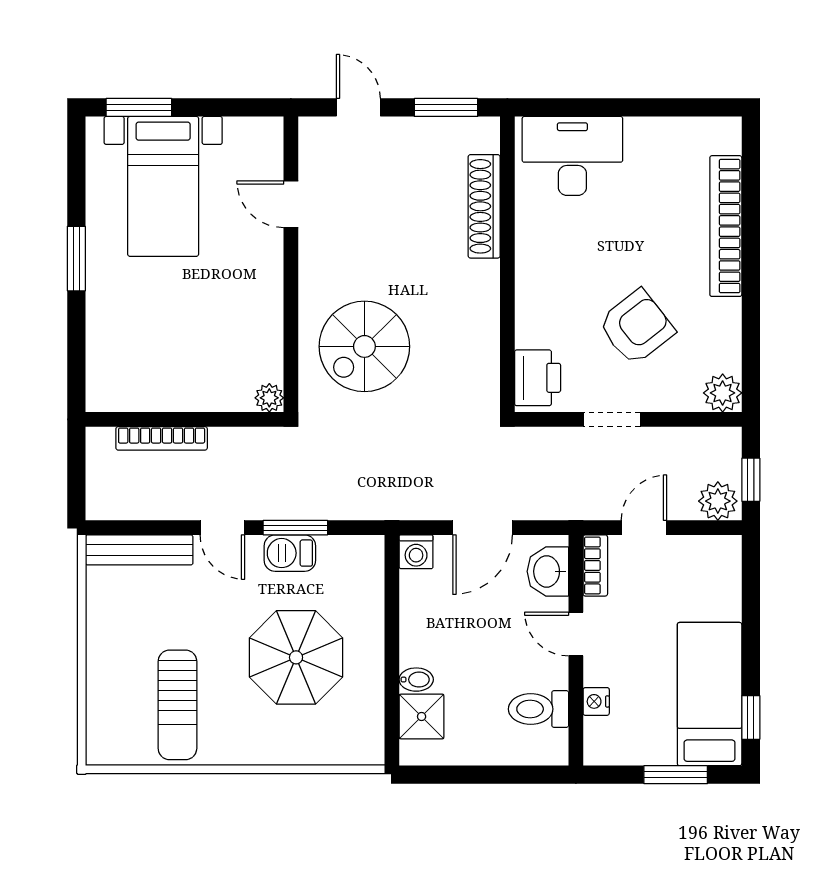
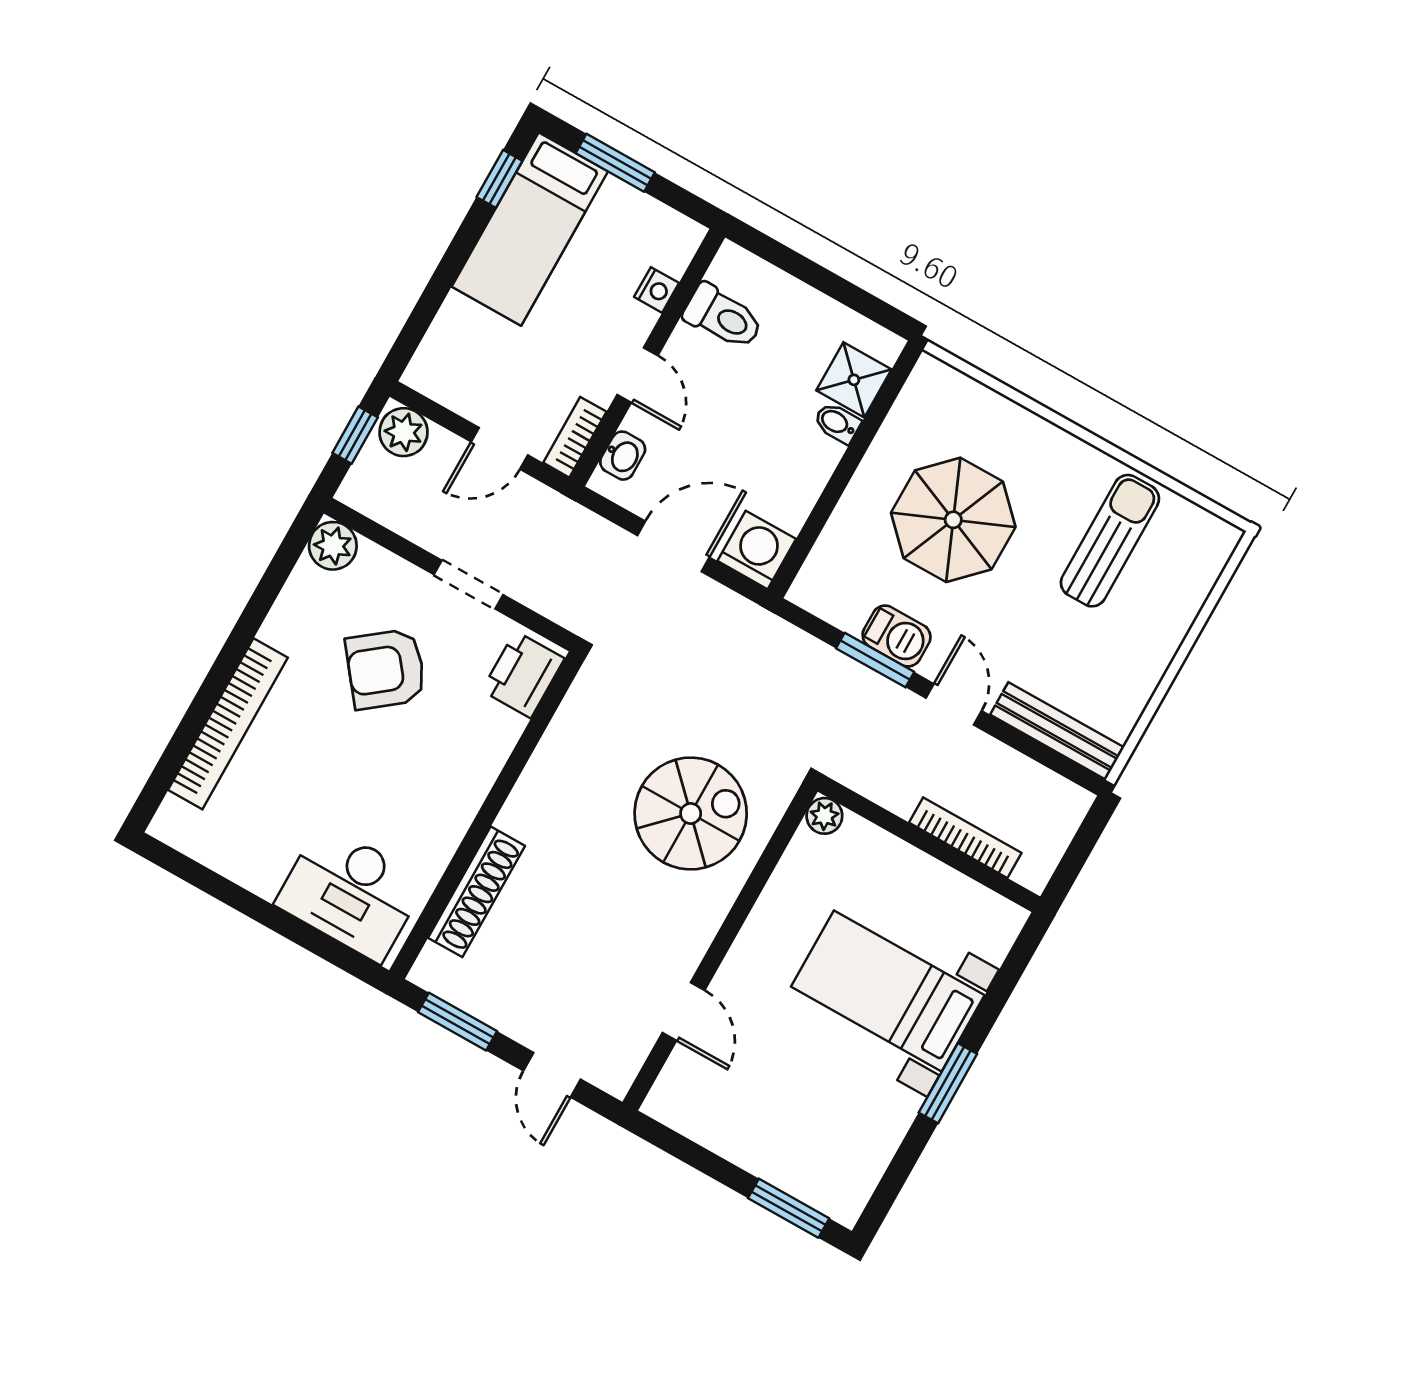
bed with nightstands: (163, 186) -> (888, 991), moved, turned -90
washing machine: (416, 552) -> (757, 550), width x1.38, depth x1.38
washbasin: (548, 571) -> (623, 456), width x0.72, depth x0.69

